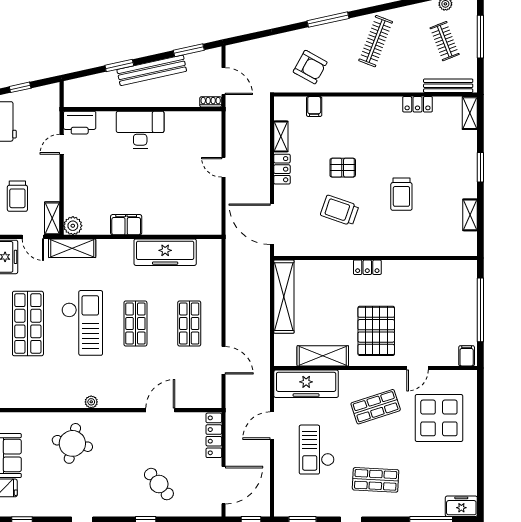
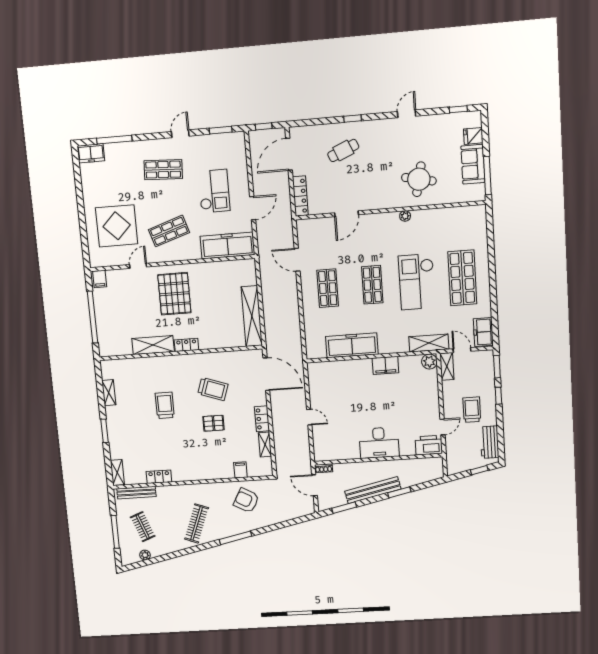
trolley: (17, 196) -> (472, 410), moved
shelving: (323, 356) -> (153, 345), moved
cafe table: (159, 484) -> (343, 151), turned -73

